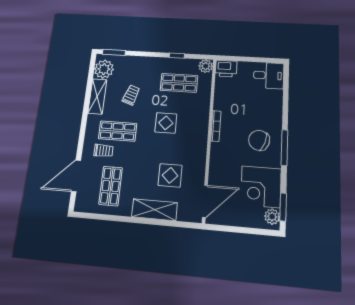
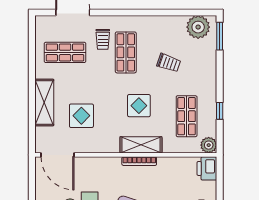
shelving: (97, 96) -> (141, 145), moved

